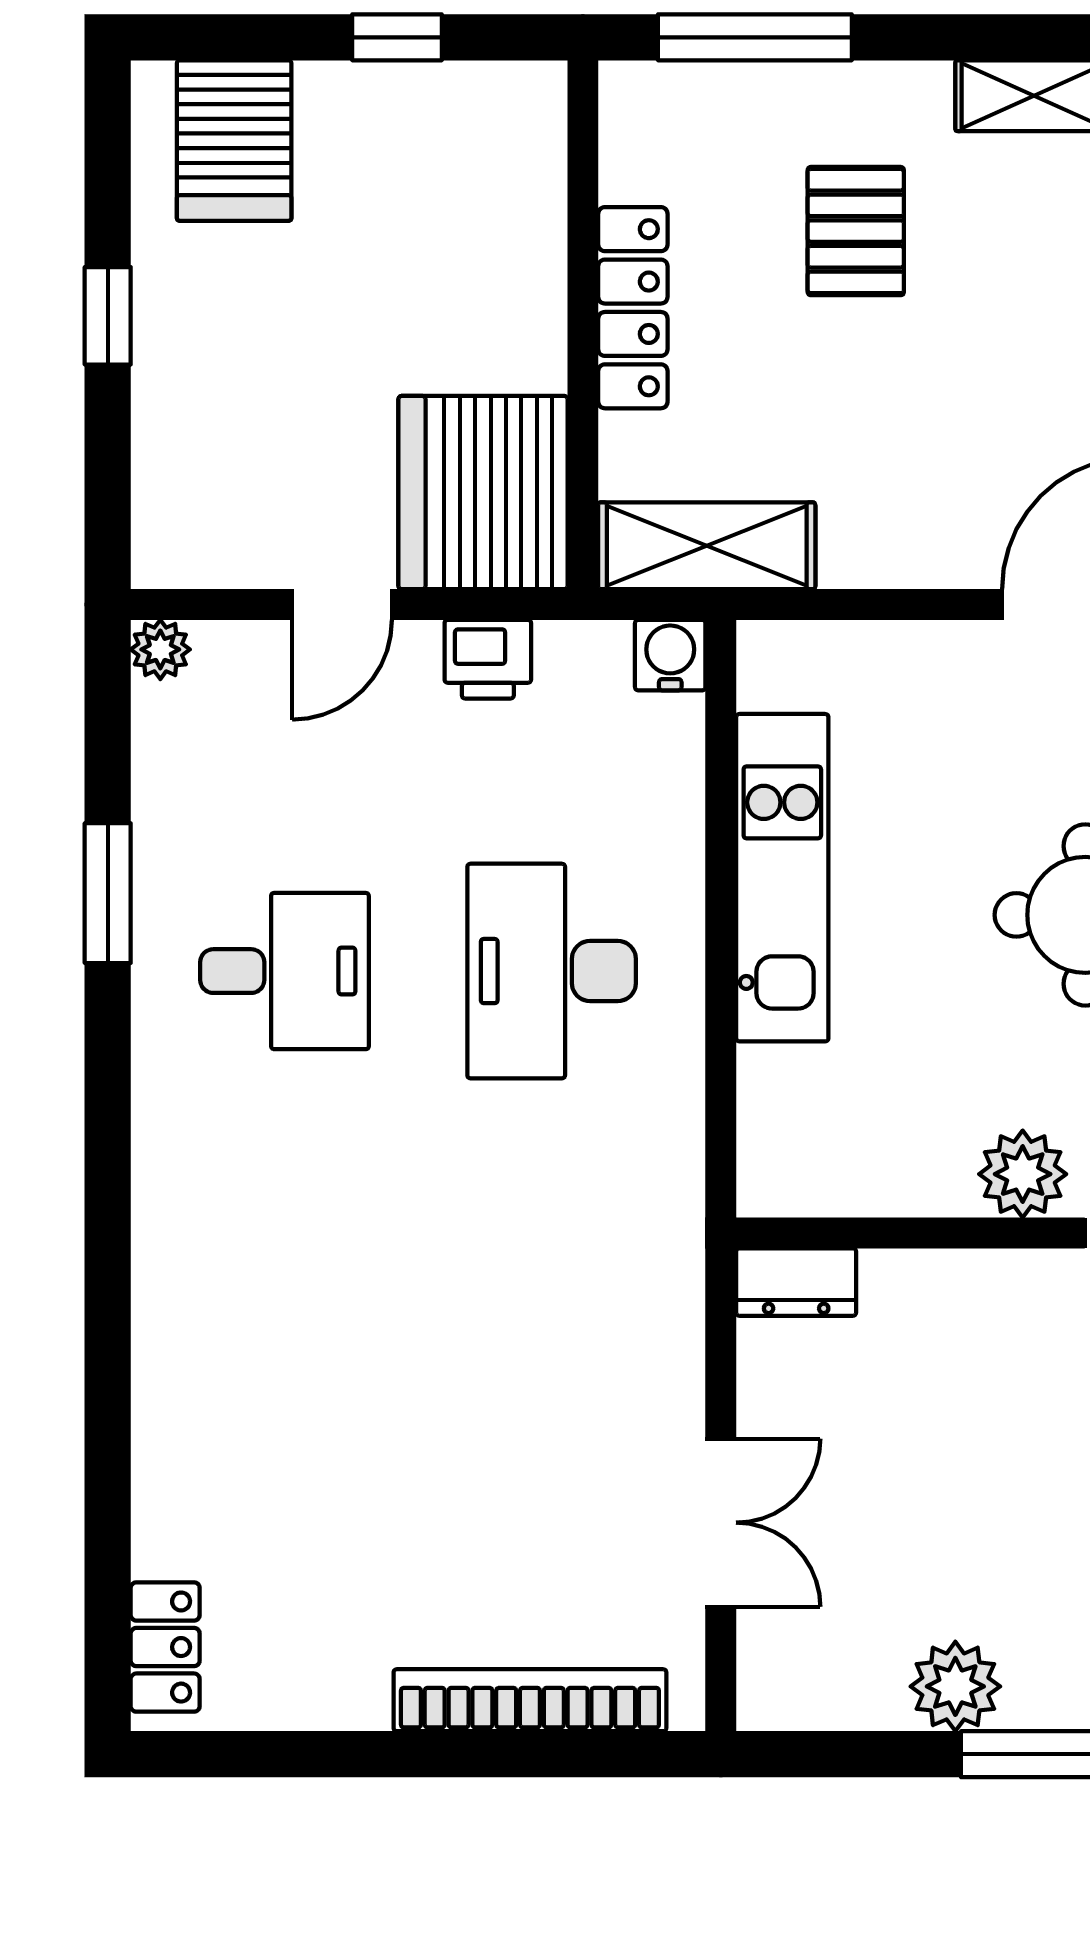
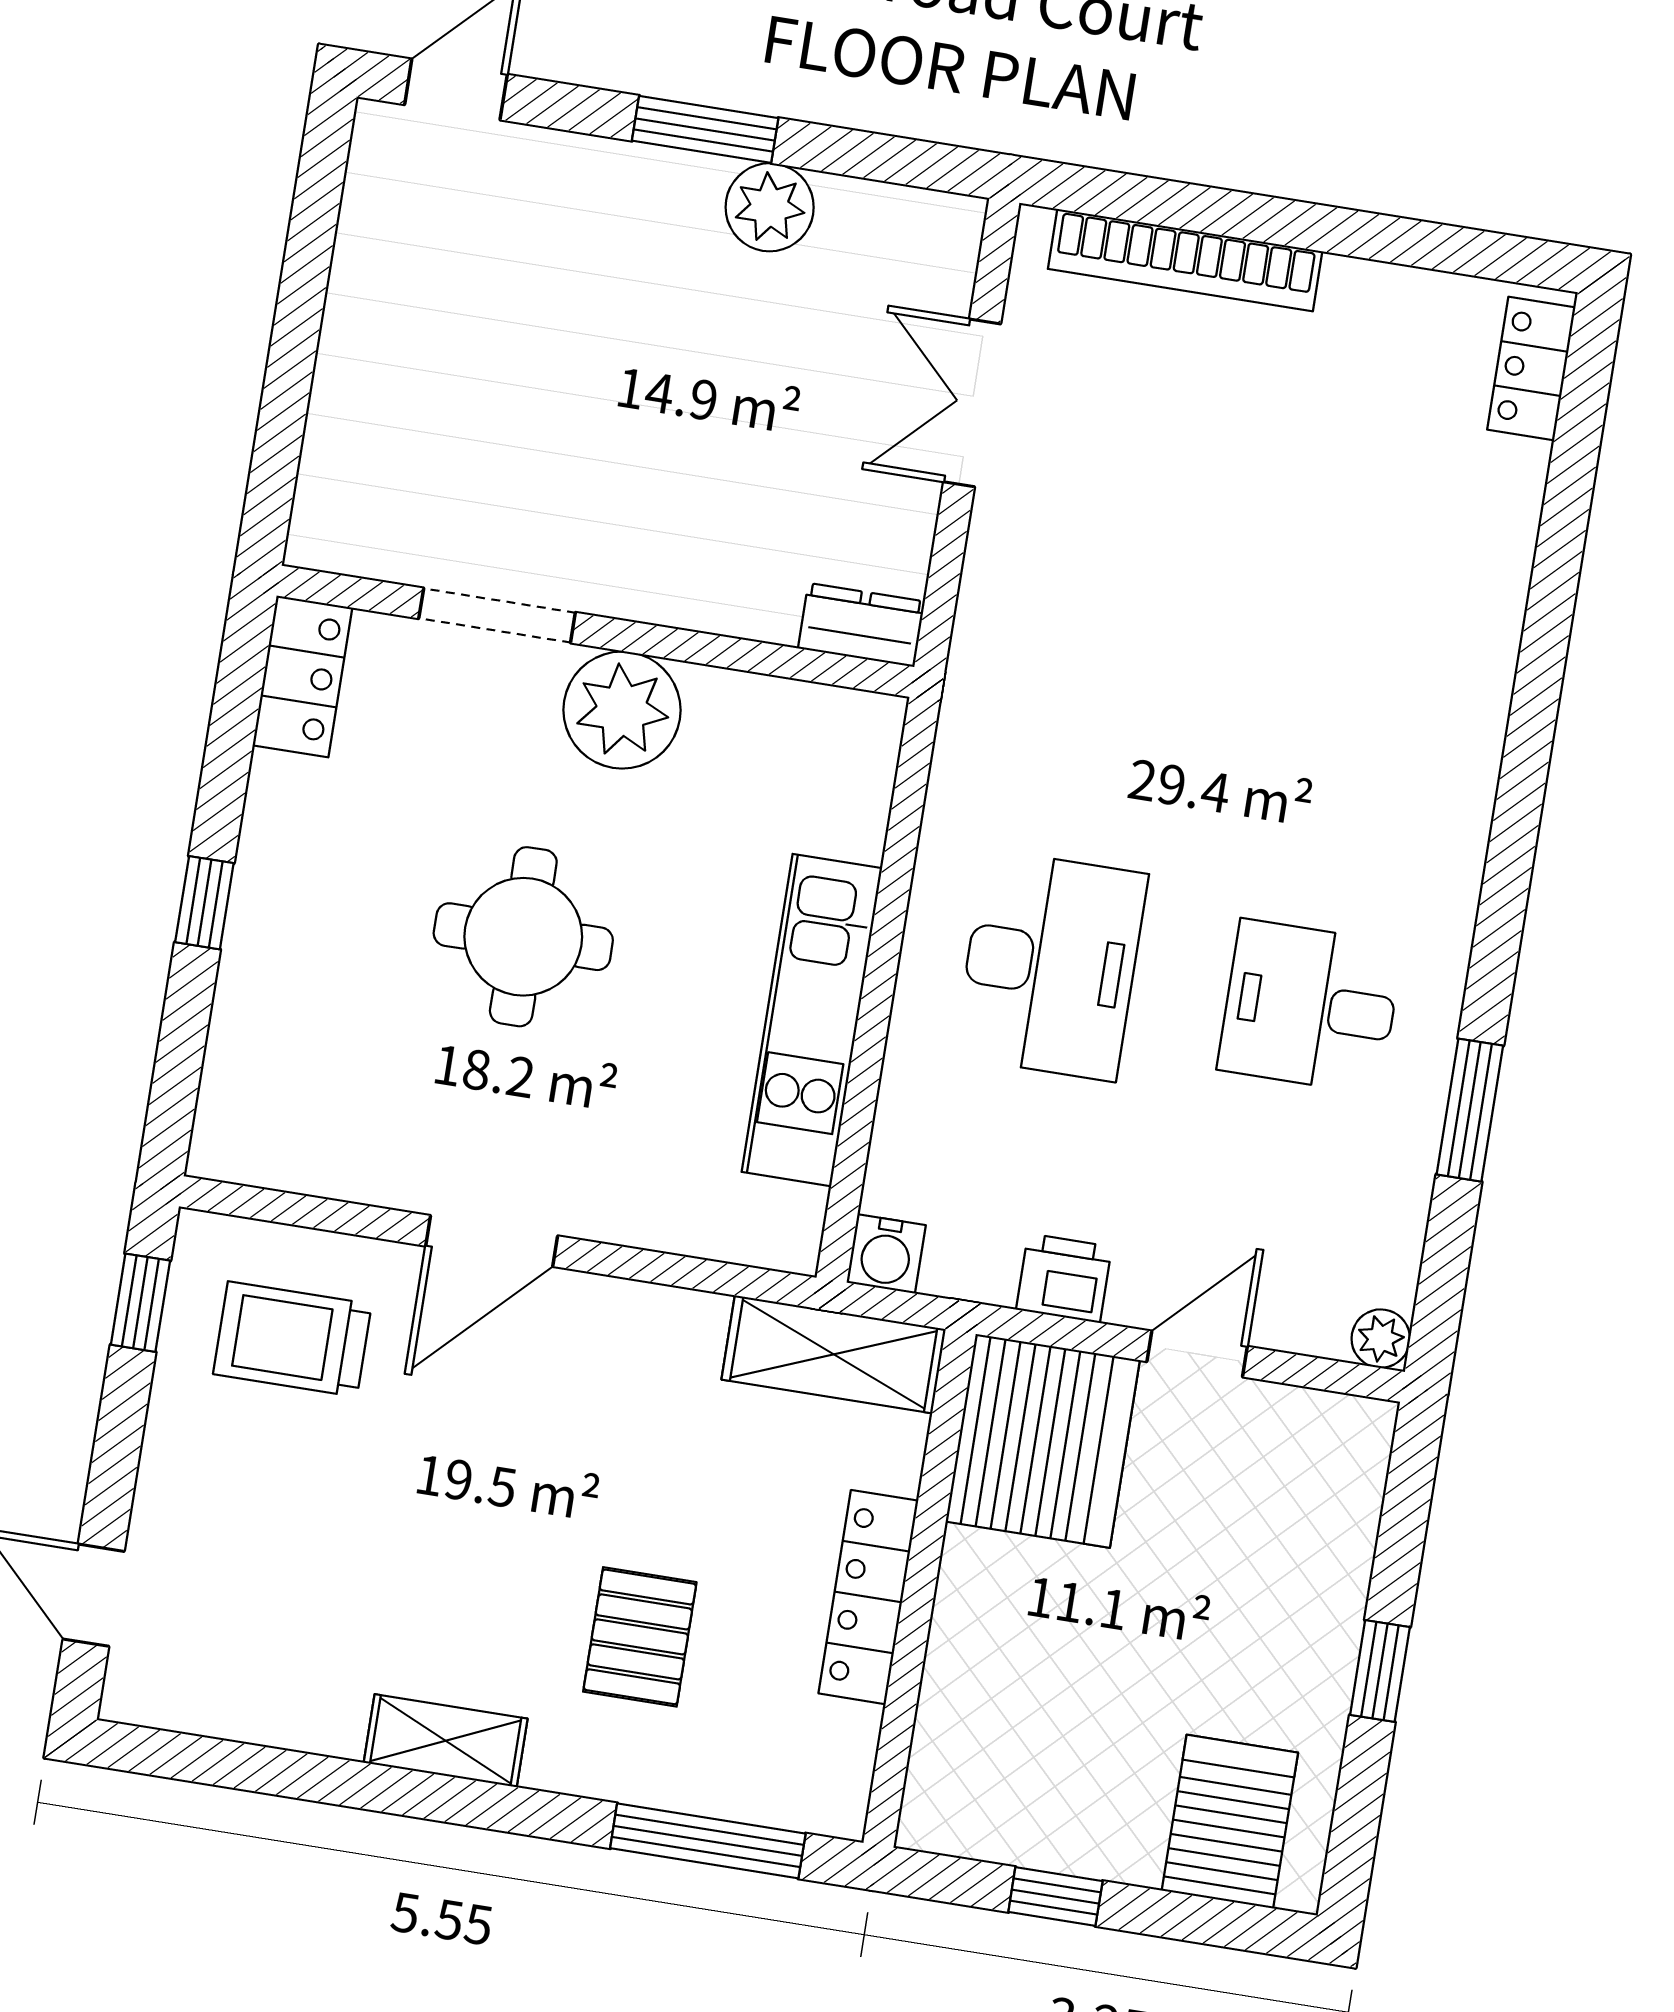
plant: (1023, 1174) -> (622, 710), width x1.36, depth x1.36

